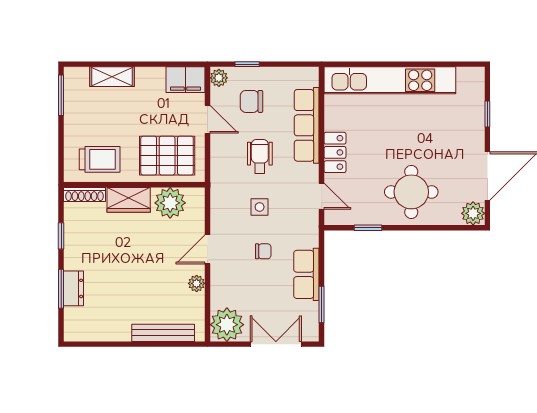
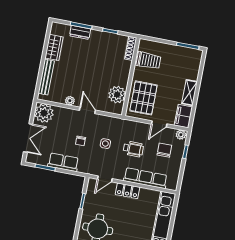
shelving: (112, 77) -> (190, 93), moved
trolley: (100, 159) -> (148, 60), turned -90
wardrobe: (129, 200) -> (54, 47), moved, turned 180

